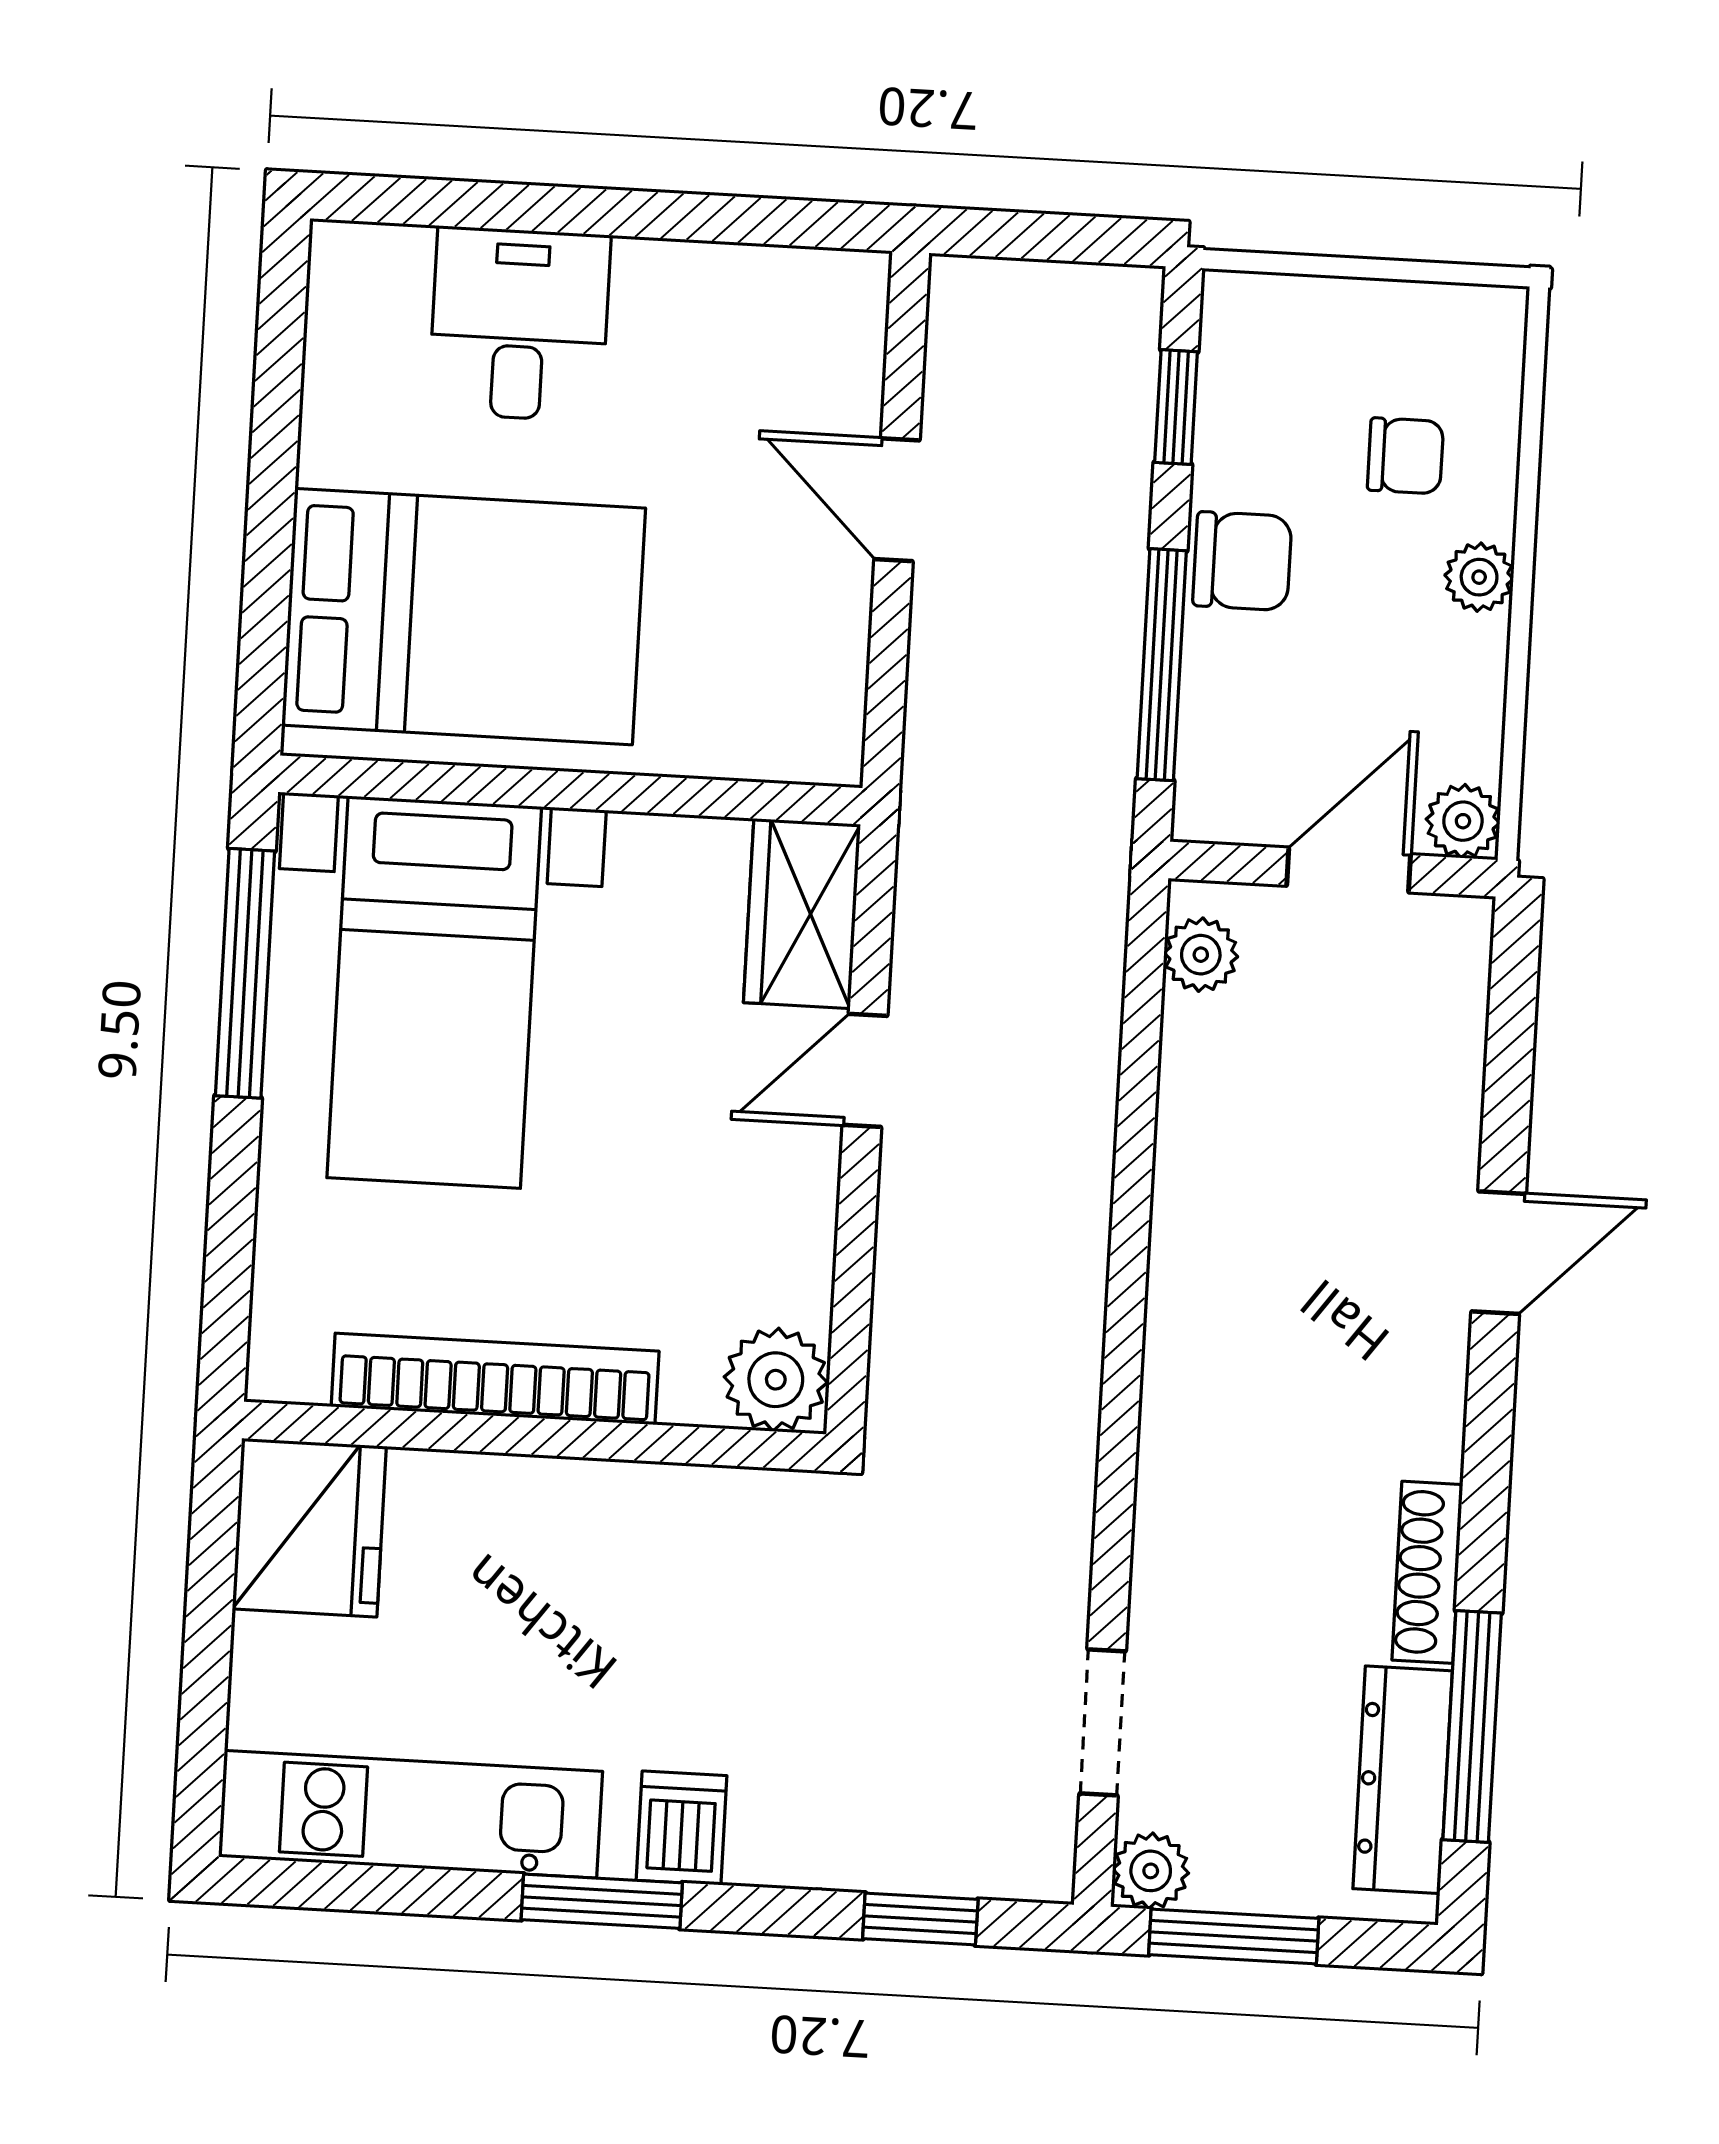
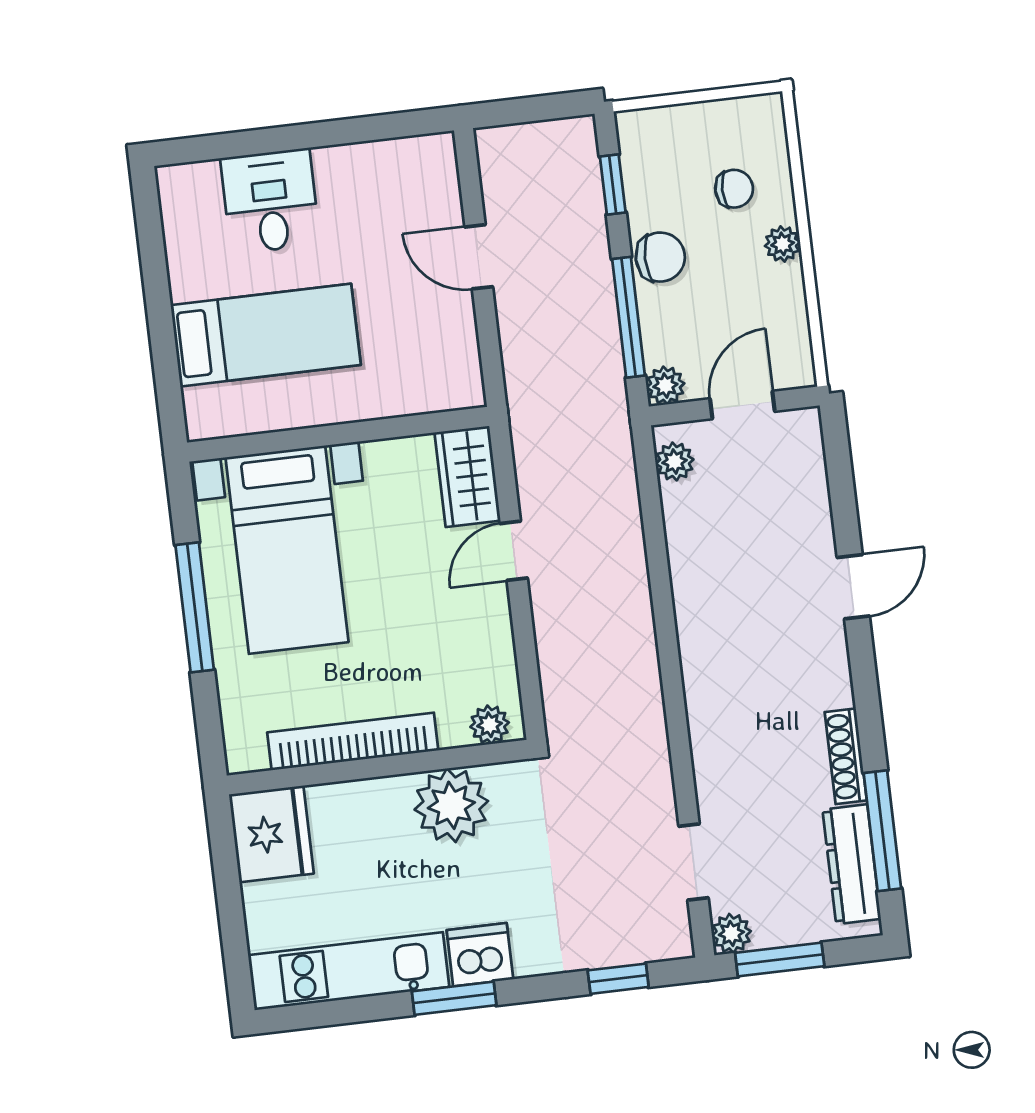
bed: (464, 617) -> (266, 335), width x0.67
plant: (1463, 821) -> (665, 385), moved
window: (245, 973) -> (195, 607), moved
plant: (776, 1380) -> (490, 725), width x0.73, depth x0.73
plant: (661, 1533) -> (451, 805), added
dishwasher: (681, 1828) -> (480, 955), width x1.38

